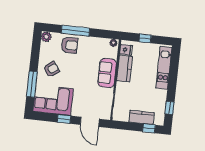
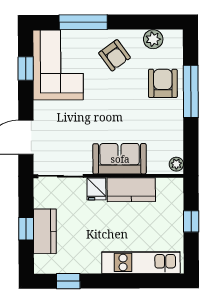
plant: (46, 37) -> (153, 39), moved
armchair: (69, 45) -> (163, 83), turned 180
fridge: (126, 50) -> (96, 189), moved
window: (64, 119) -> (26, 68), moved
window: (149, 128) -> (26, 229), moved

